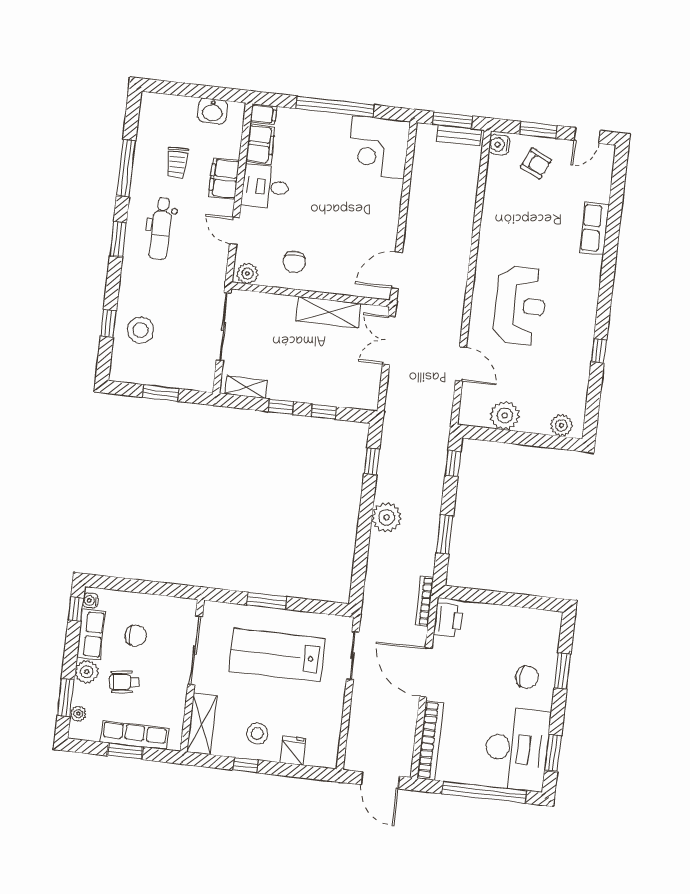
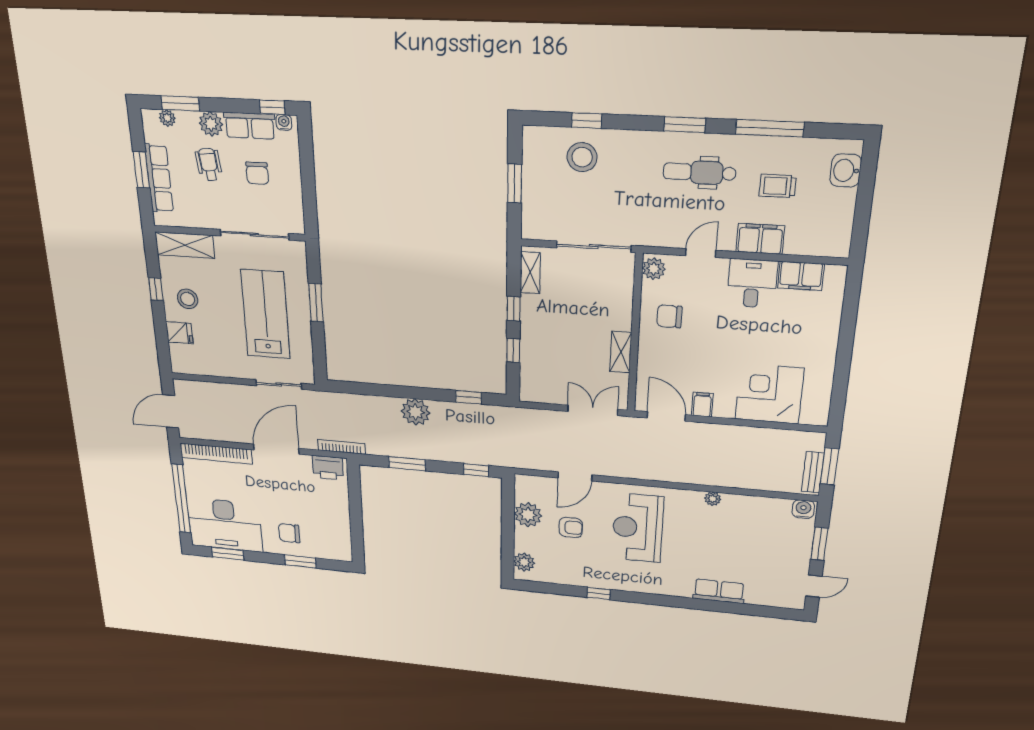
window: (335, 107) -> (844, 352), removed
washbasin: (212, 111) -> (846, 170), moved
filing cabinet: (263, 114) -> (702, 405), moved, turned 180
door: (587, 135) -> (814, 586), swing flipped
corner desk: (378, 147) -> (769, 394), moved
armchair: (536, 163) -> (571, 527), moved, turned -115
plant: (487, 230) -> (713, 499), added
reception desk: (520, 306) -> (638, 528), turned 90
shelving: (328, 312) -> (621, 352), width x0.67, depth x0.75
chair: (527, 677) -> (289, 533), turned 86

